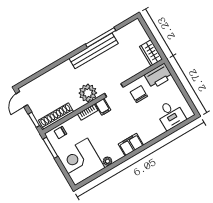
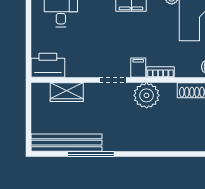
bench: (94, 51) -> (66, 143), moved
wardrobe: (151, 53) -> (67, 92), moved, turned 90
chair: (139, 94) -> (85, 57), removed

